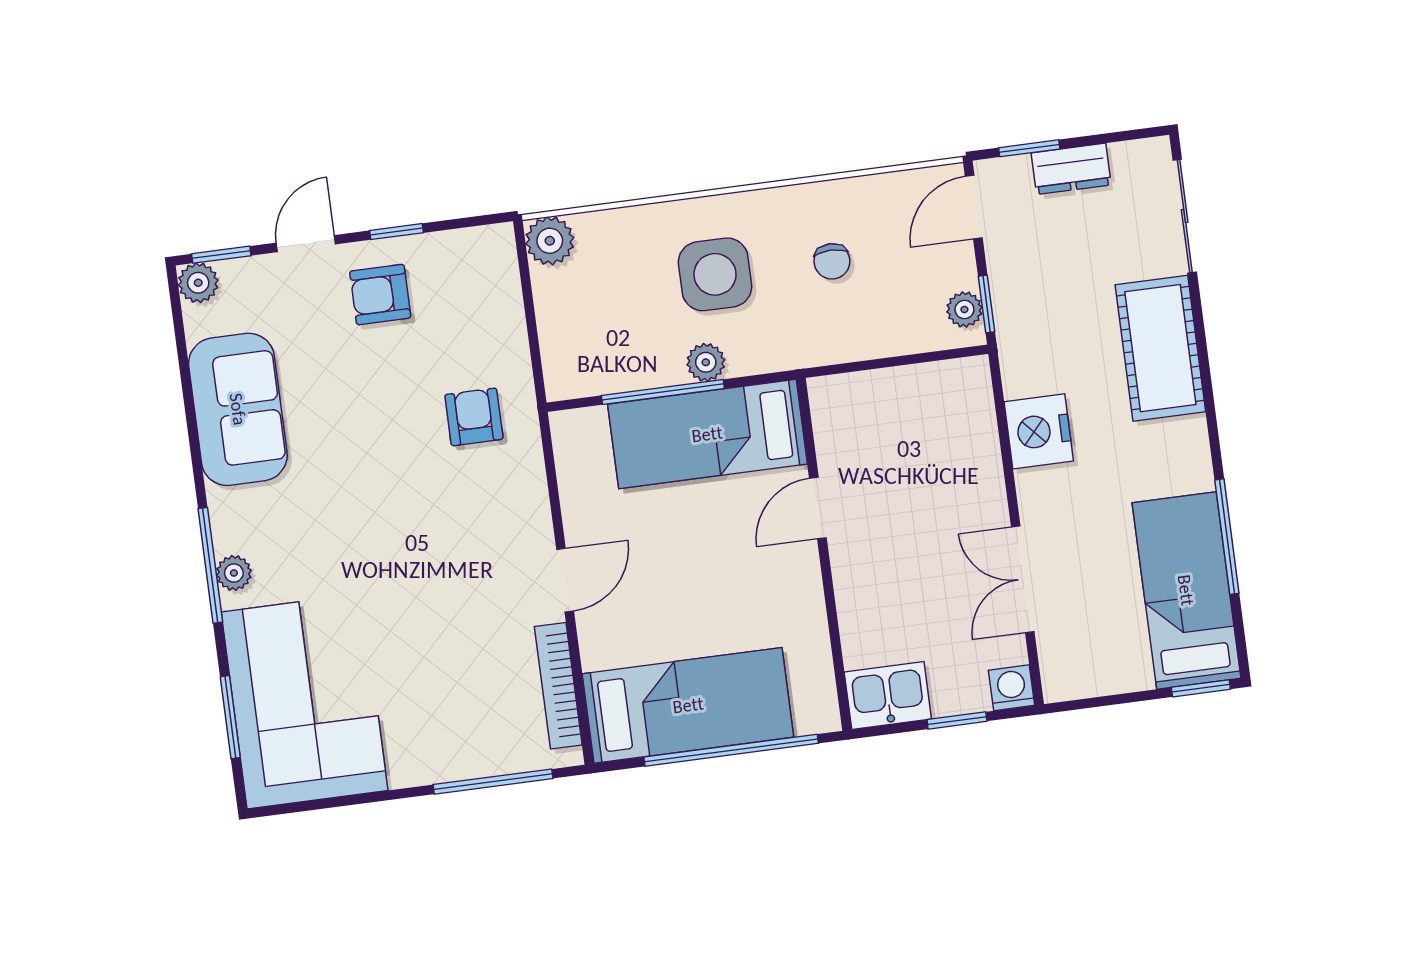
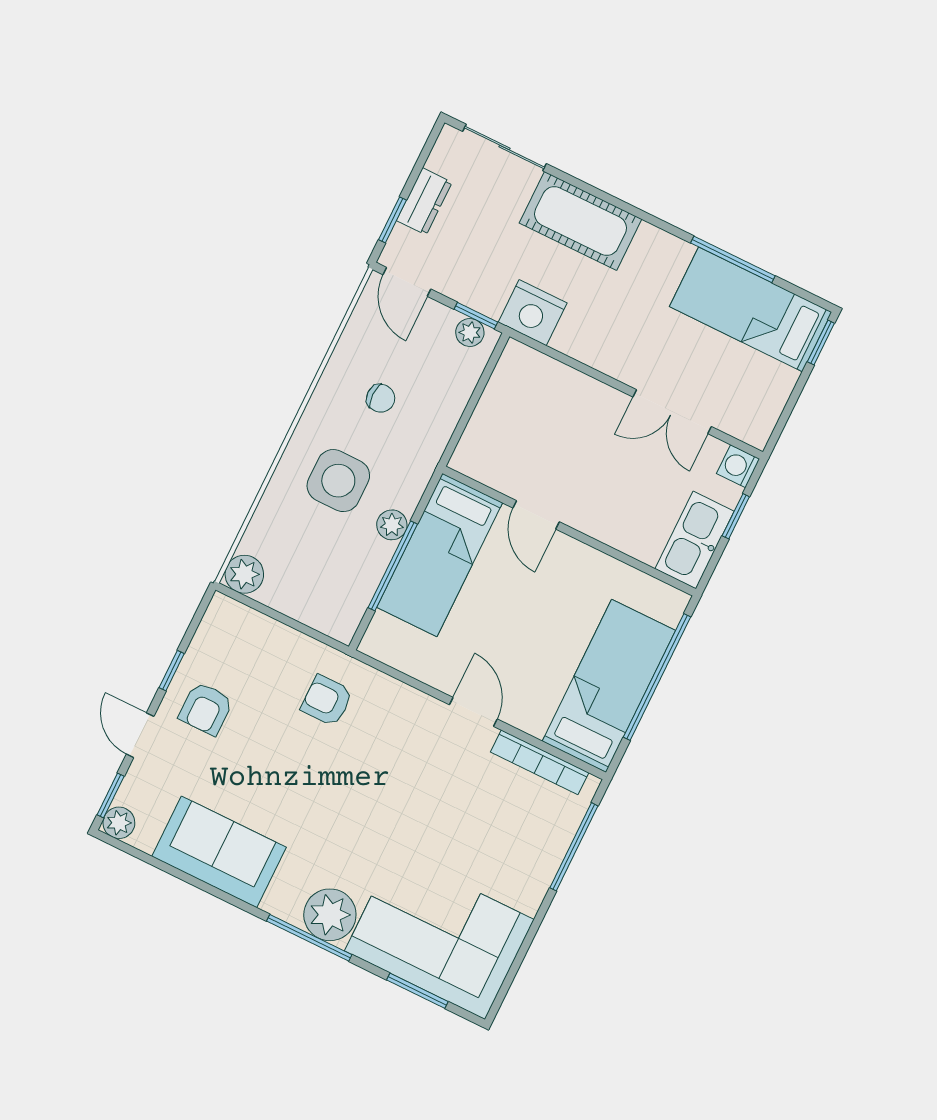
nightstand: (1039, 431) -> (533, 313), moved
plant: (234, 573) -> (330, 915), width x1.88, depth x1.88
kitchen sink: (888, 695) -> (695, 540), width x1.38

